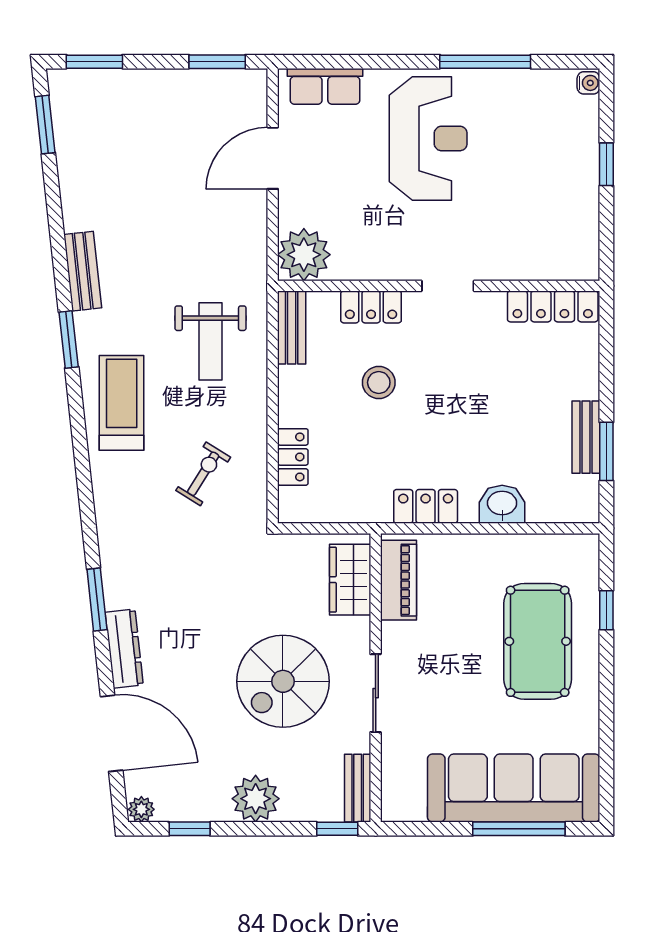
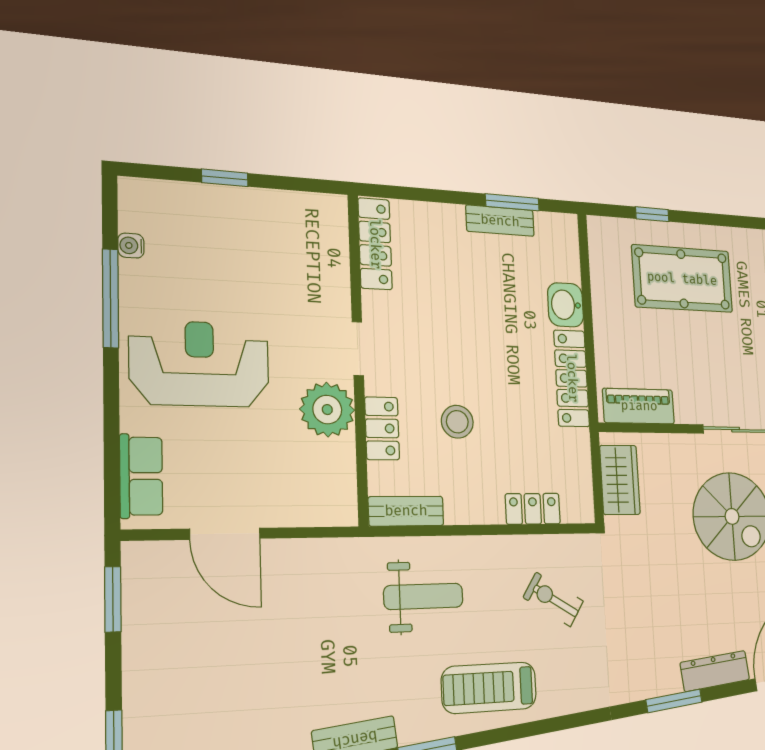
water cooler: (588, 83) -> (131, 246), moved, turned -90
plant: (304, 255) -> (327, 410), moved
locker: (426, 506) -> (572, 378), width x1.53
wardrobe: (350, 580) -> (620, 480), moved, turned -90

